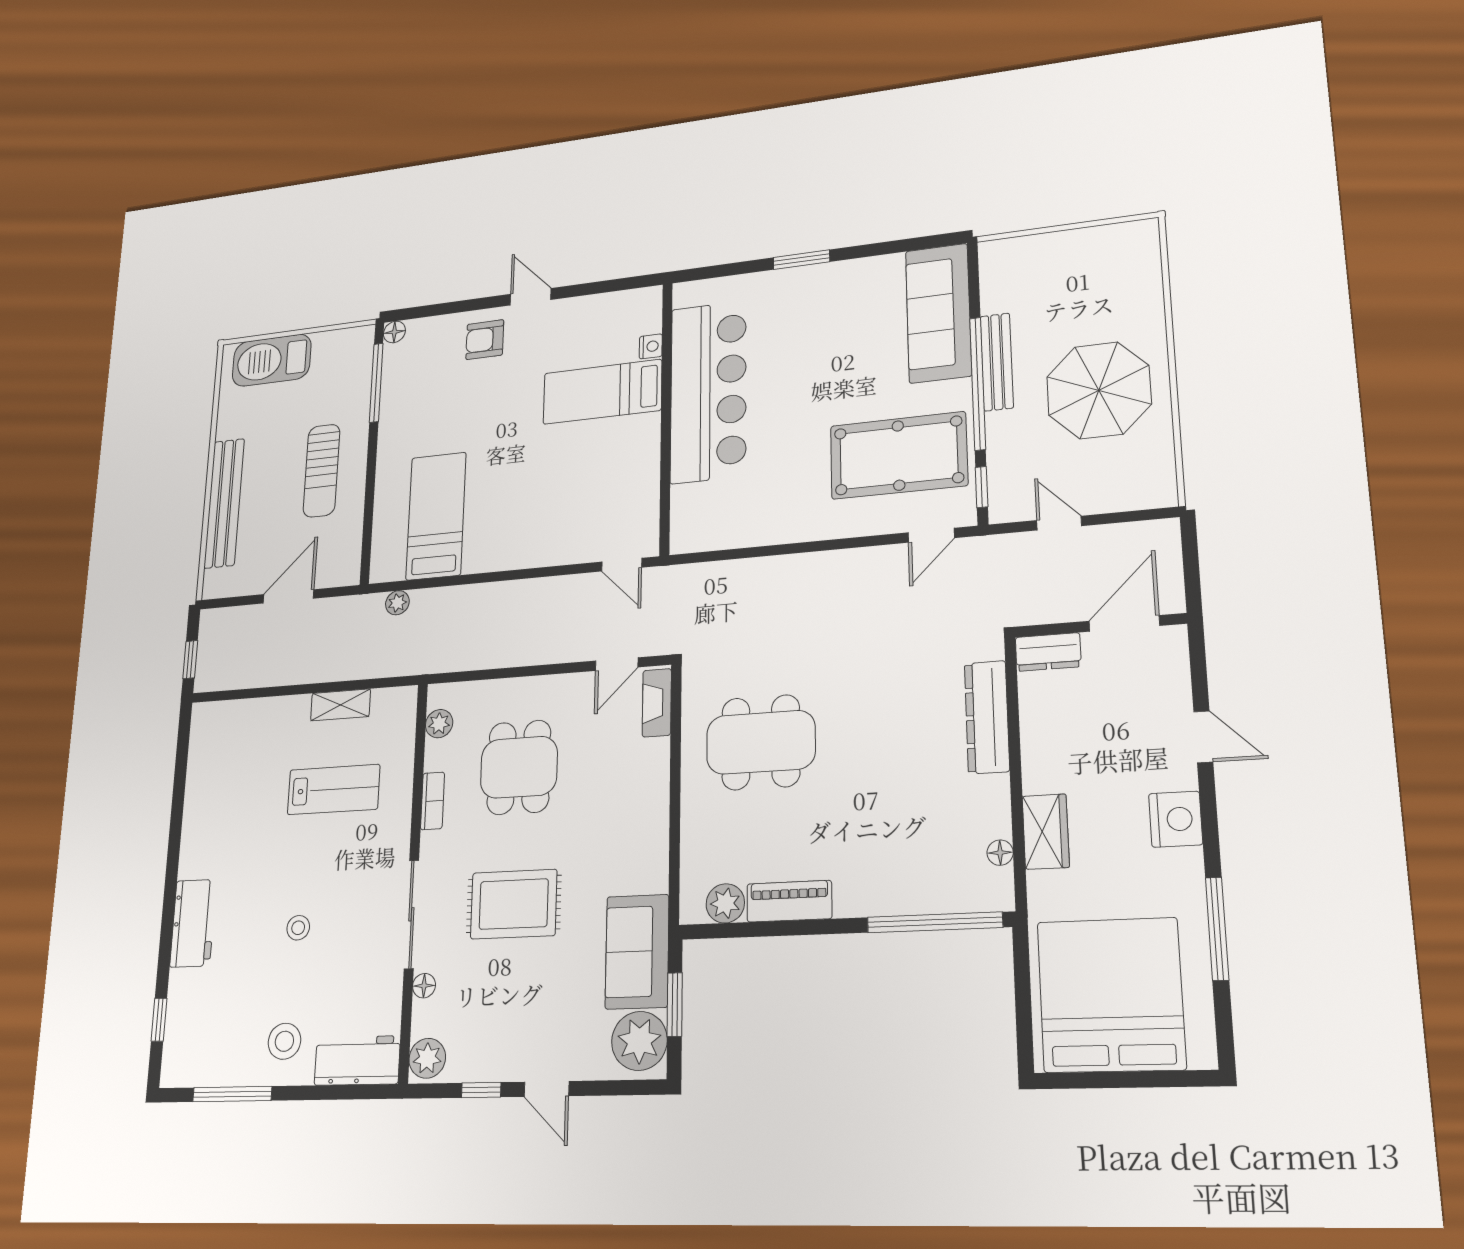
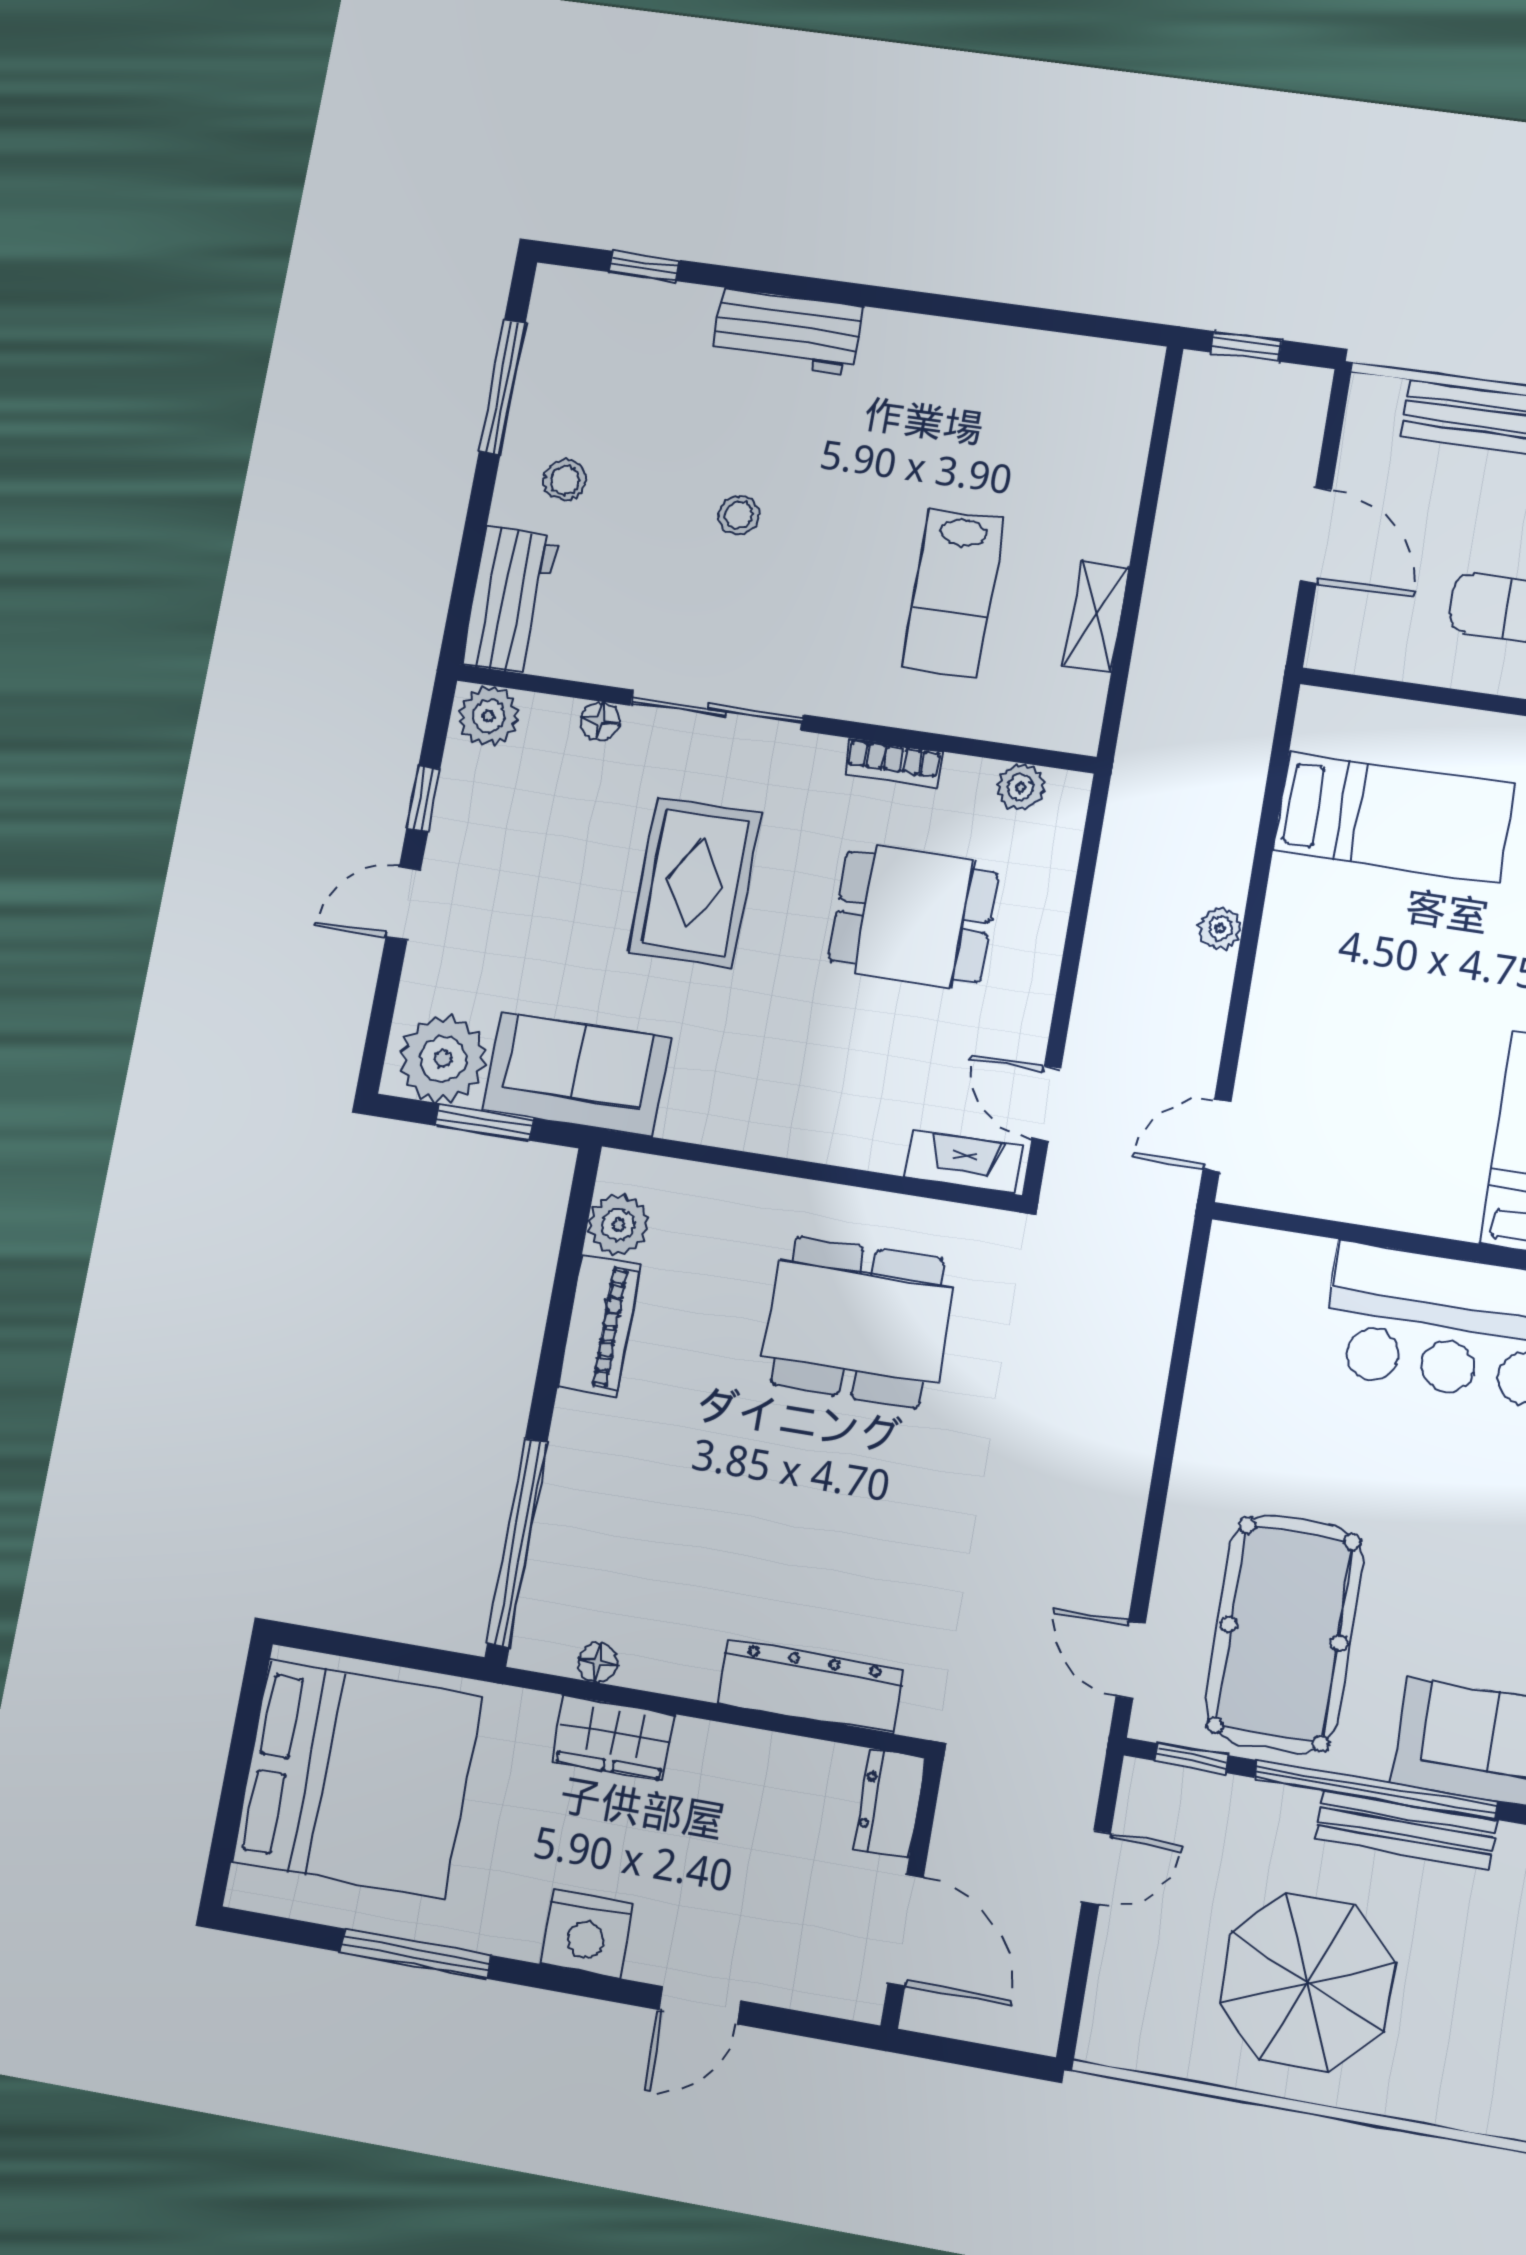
plant: (397, 603) -> (1220, 928), moved
dining table: (761, 742) -> (858, 1322), turned 90
stool: (284, 1041) -> (565, 480), width x0.73, depth x0.73

